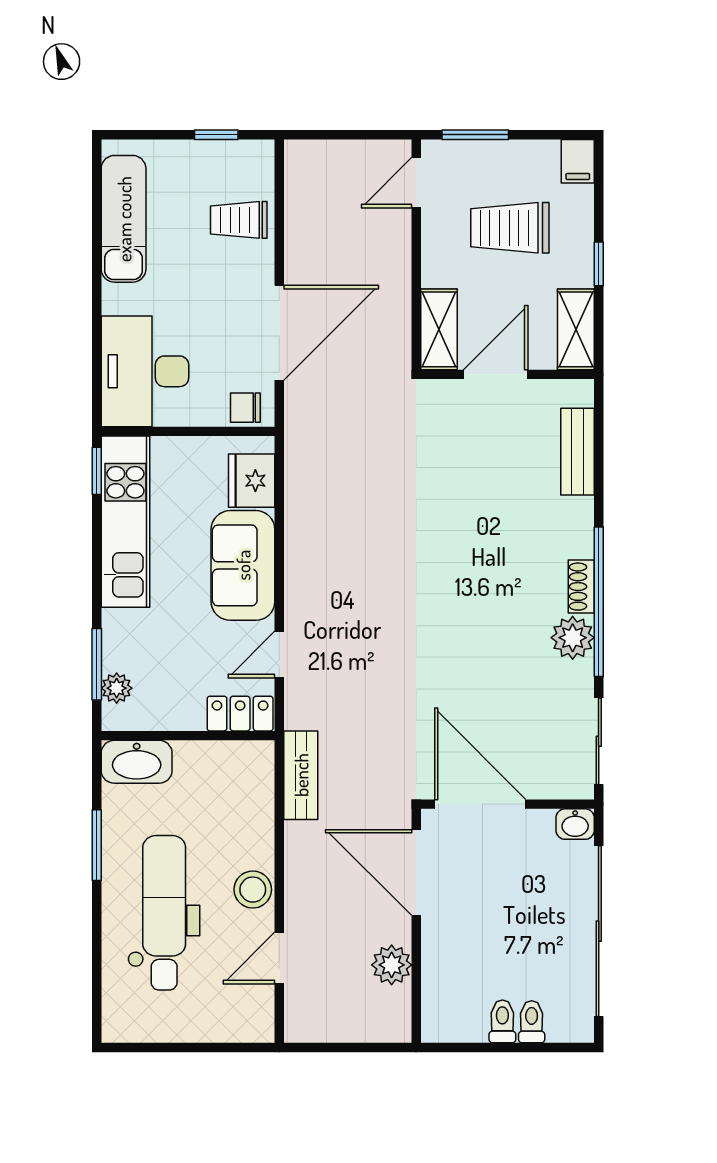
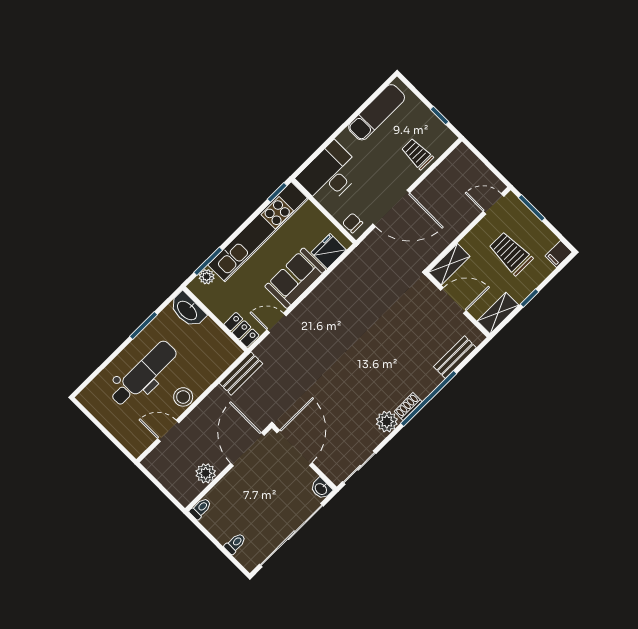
kitchen unit: (125, 522) -> (258, 232), width x1.36
window: (599, 602) -> (429, 398), moved
toilet: (502, 1021) -> (201, 509), moved

